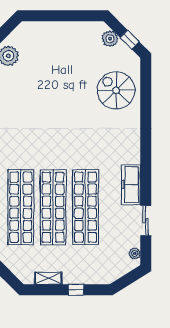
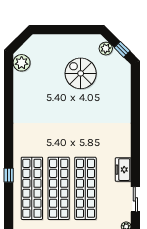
spiral stairs: (116, 90) -> (81, 73), moved
freezer: (131, 185) -> (123, 170), width x0.71

